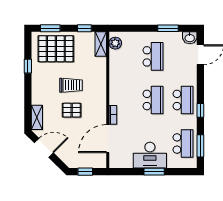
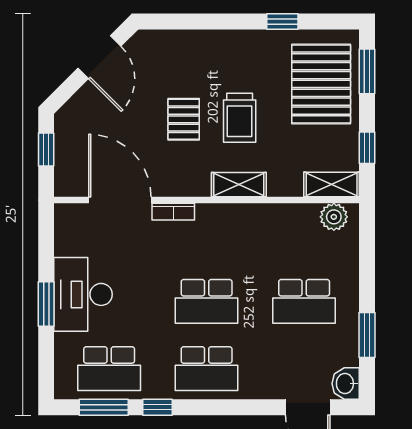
window: (200, 110) -> (157, 407), moved
shelving: (37, 117) -> (239, 185), moved

